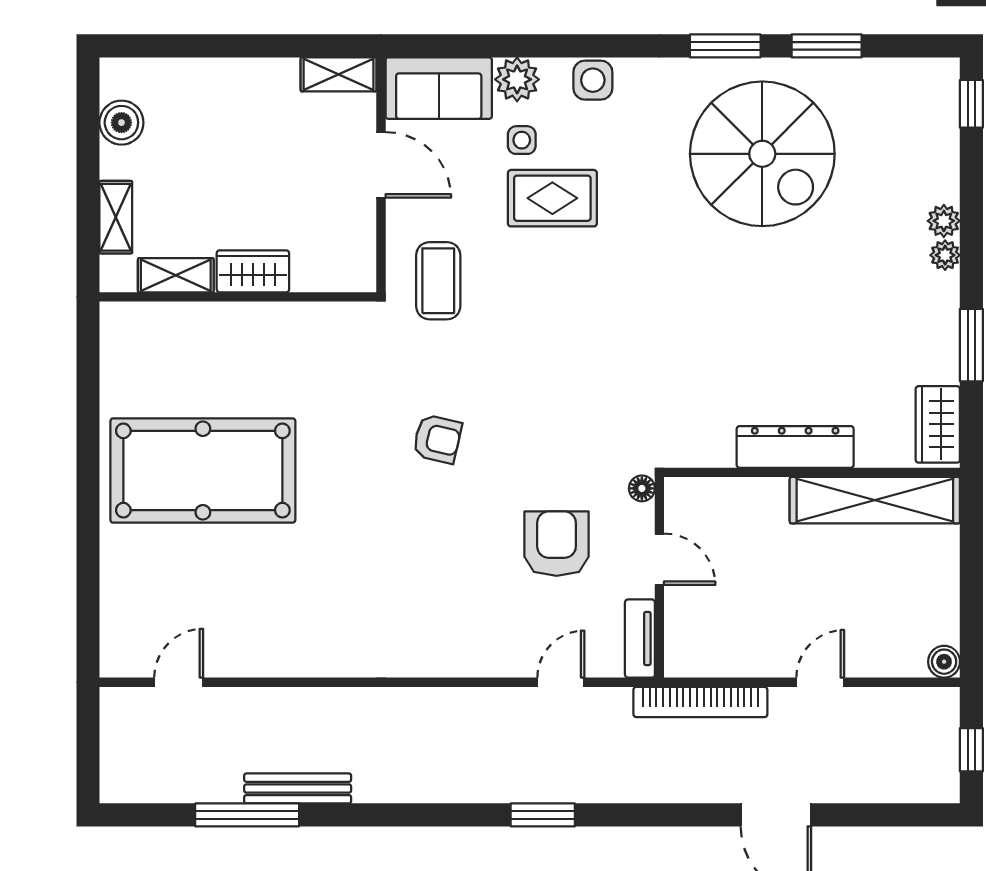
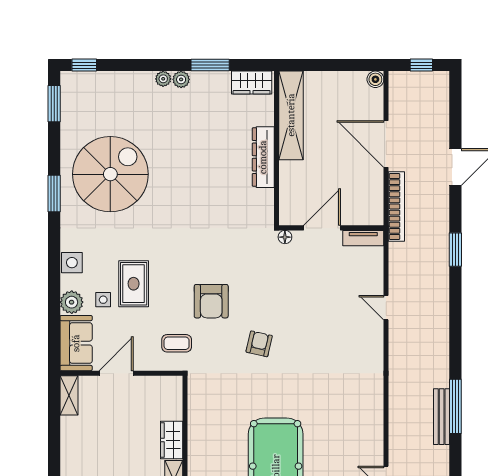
window: (827, 46) -> (54, 104), moved
plant: (944, 221) -> (181, 79), moved
coffee table: (438, 281) -> (177, 343), width x0.73, depth x0.77
armchair: (557, 544) -> (211, 301), moved, turned -90
door: (659, 559) -> (322, 228), width x1.37
door: (561, 682) -> (386, 308), moved
door: (820, 682) -> (386, 144), width x1.88
window: (247, 815) -> (455, 406), moved
window: (543, 815) -> (455, 250), moved

